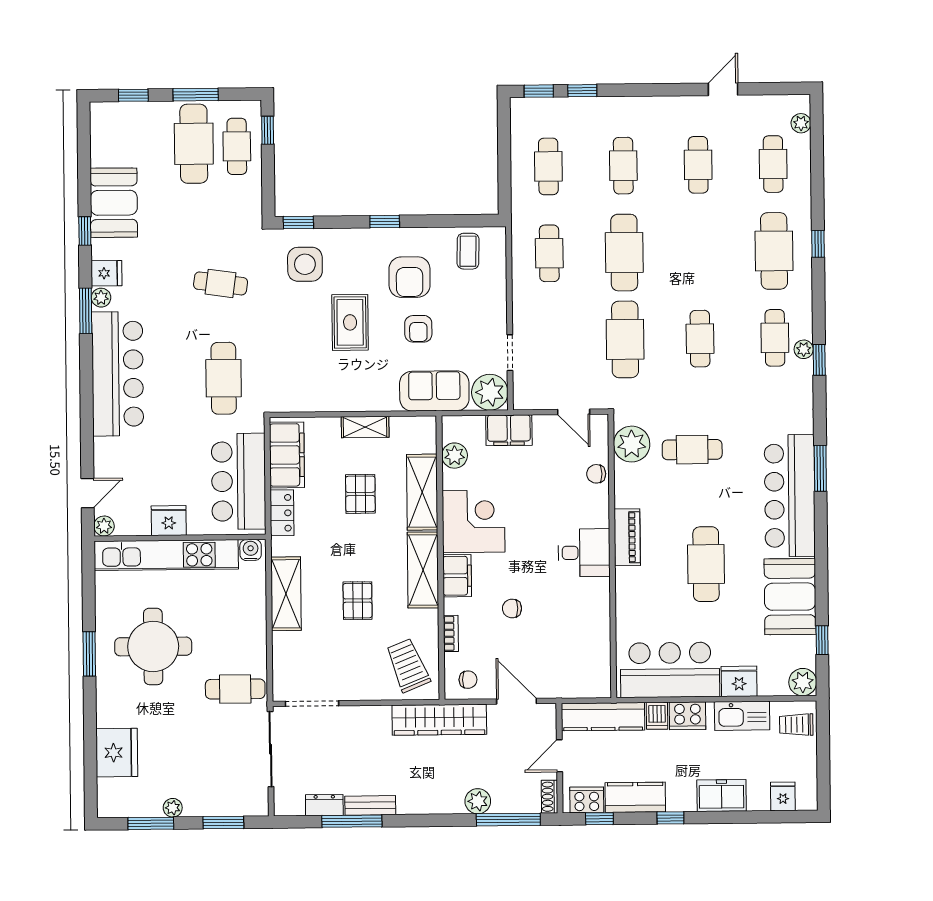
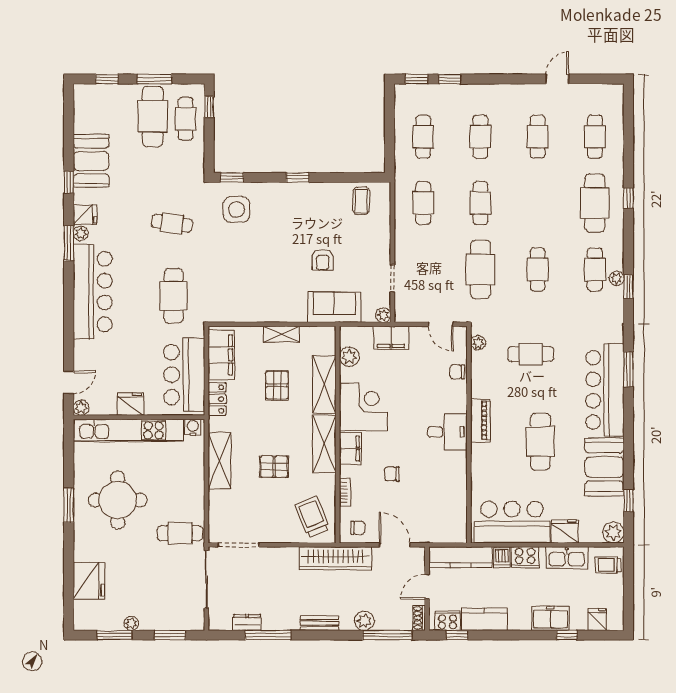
plant: (801, 123) -> (616, 106), removed
cafe table: (624, 253) -> (480, 203), width x0.73, depth x0.74
armchair: (410, 277) -> (316, 220), removed
rug: (350, 322) -> (271, 254), removed
plant: (490, 392) -> (383, 315), width x0.53, depth x0.53
plant: (632, 444) -> (478, 343), width x0.53, depth x0.53
pallet: (358, 601) -> (274, 467), turned 90
bench: (370, 805) -> (320, 623), moved
window: (670, 818) -> (567, 635), moved

